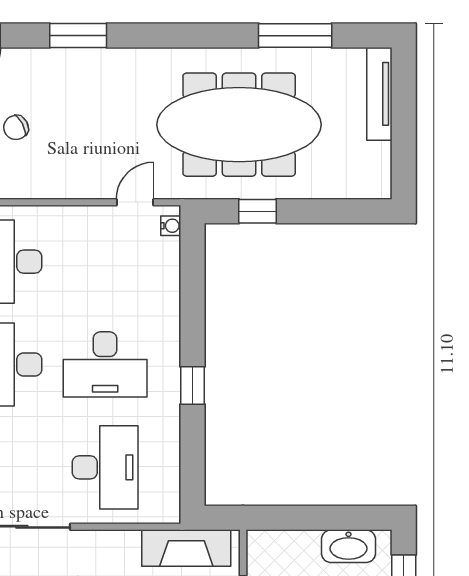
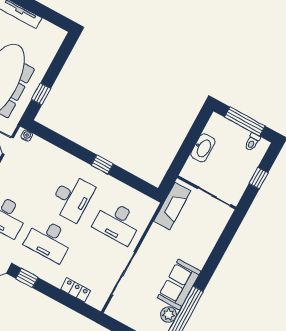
desk: (105, 467) -> (117, 222), turned 180
washbasin: (348, 546) -> (203, 148), moved

